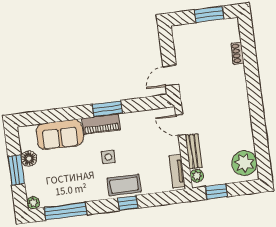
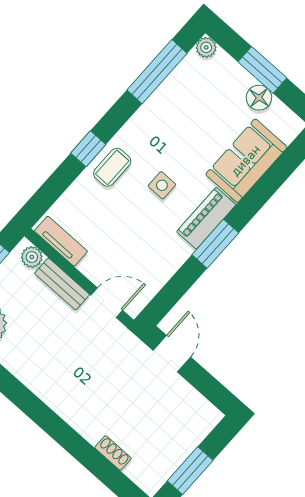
coffee table: (124, 185) -> (112, 167), width x0.73, depth x0.77

